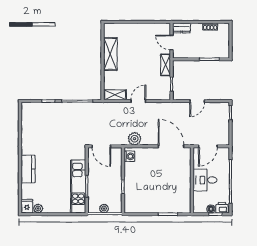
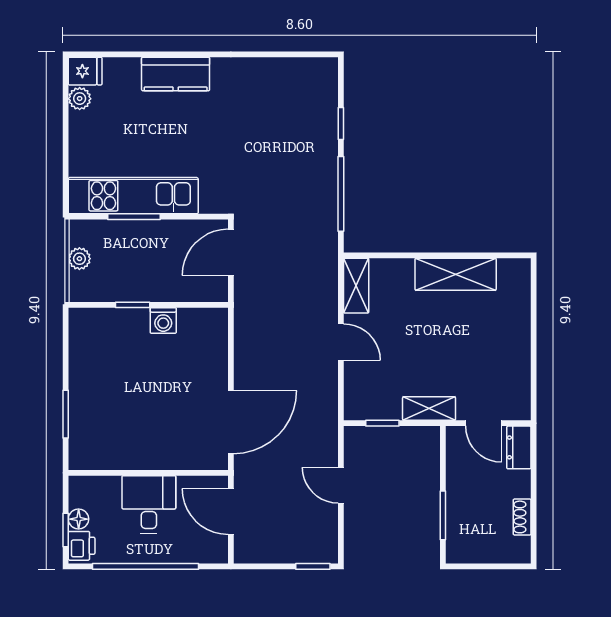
door: (172, 43) -> (484, 423), swing flipped
plant: (134, 139) -> (249, 333), removed
washing machine: (129, 156) -> (163, 321), moved

